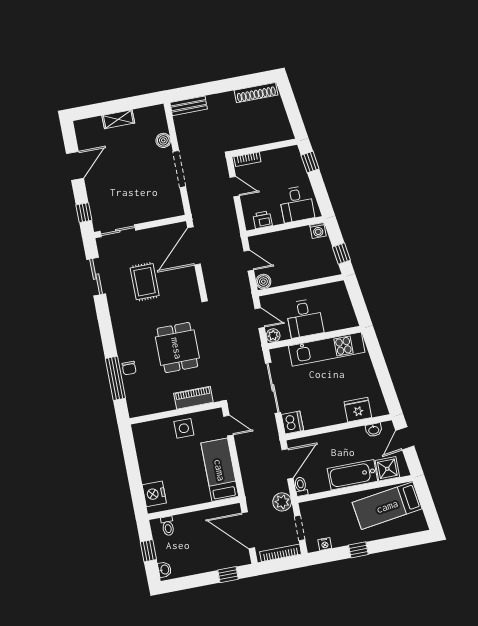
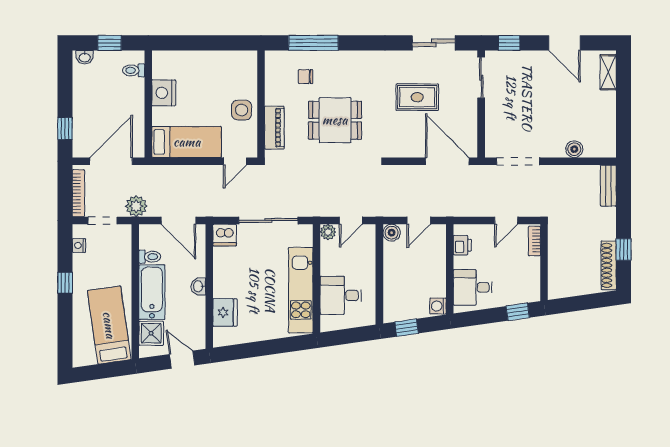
window: (240, 83) -> (624, 250), added
shelving: (118, 119) -> (608, 72), moved
doorway: (179, 169) -> (518, 161), moved
desk: (305, 318) -> (341, 295), moved
chair: (129, 368) -> (305, 77), moved
washbasin: (374, 430) -> (198, 286), moved
toilet: (301, 487) -> (150, 257), moved
nightstand: (154, 494) -> (164, 93), moved, turned -90

